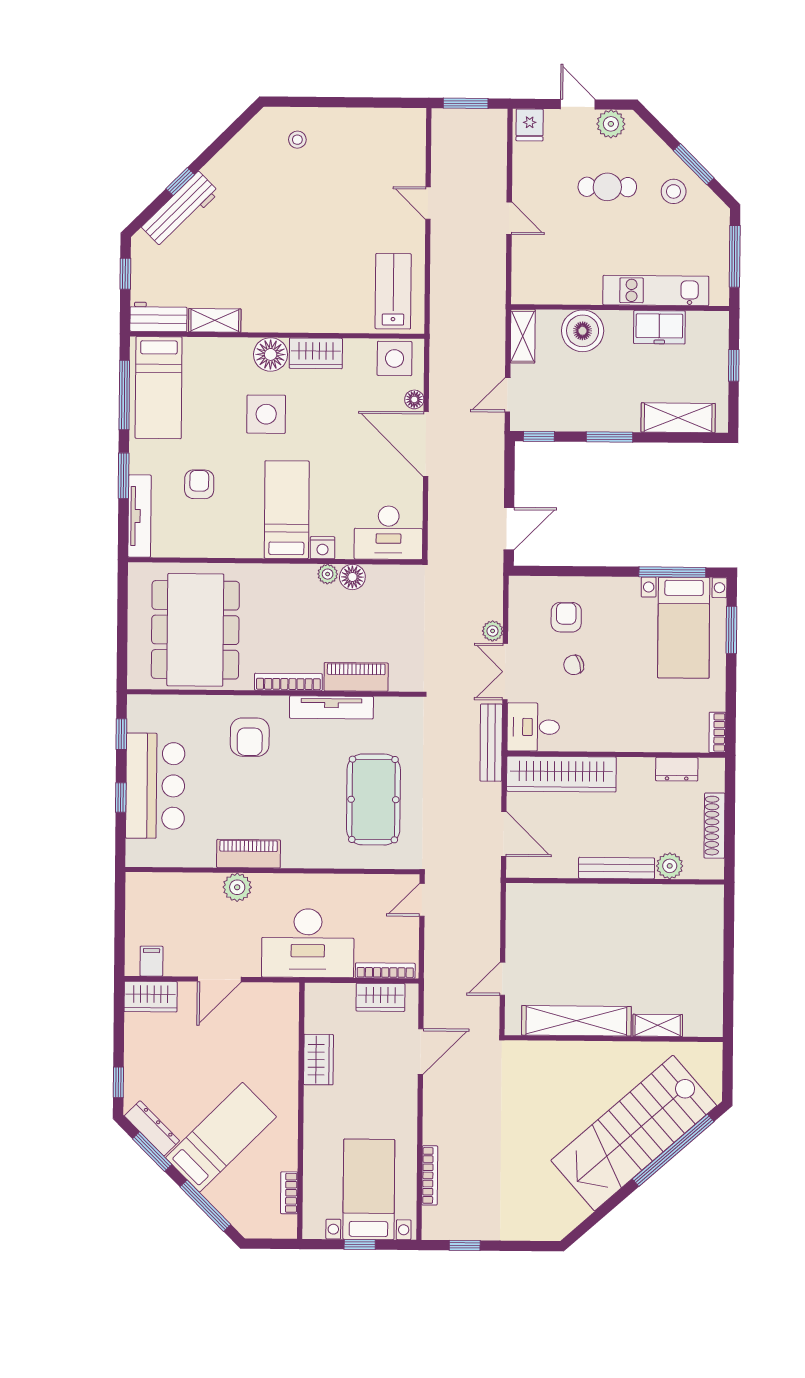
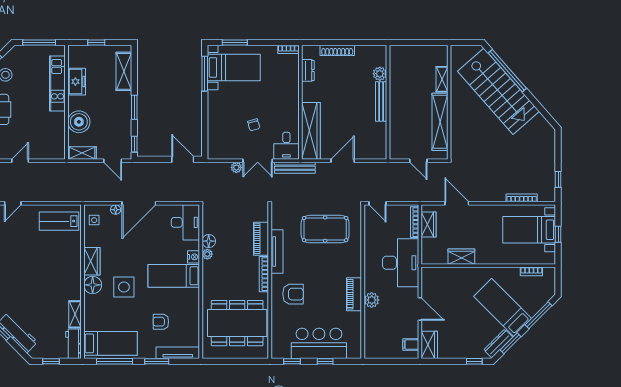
side table: (395, 358) -> (94, 220), width x0.54, depth x0.54
armchair: (566, 617) -> (229, 129), removed
plant: (670, 866) -> (380, 74), moved
bench: (617, 868) -> (381, 102), moved
wall: (615, 881) -> (388, 102), moved

